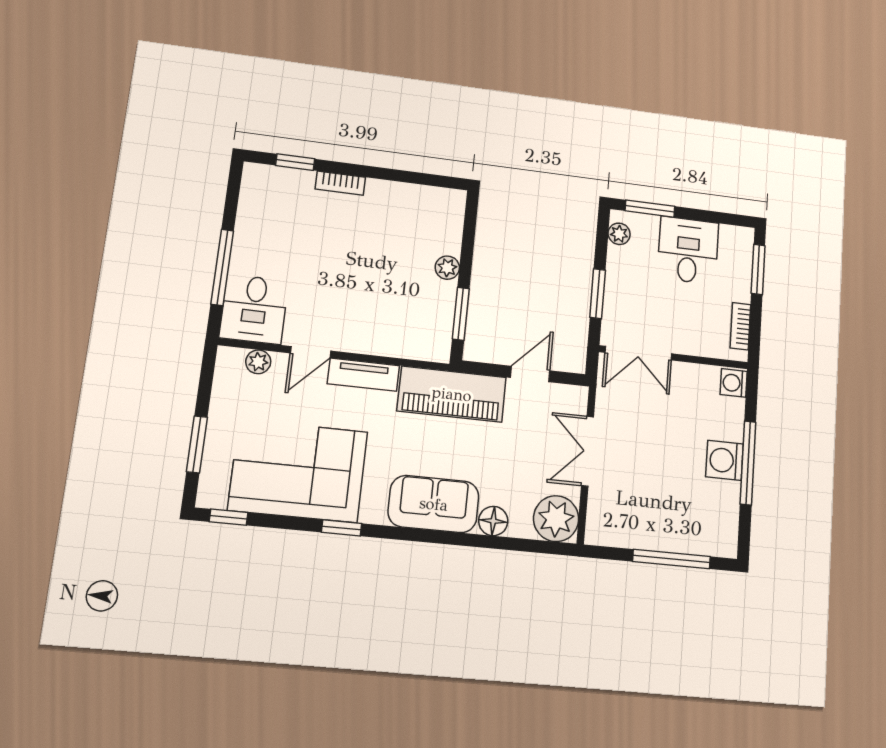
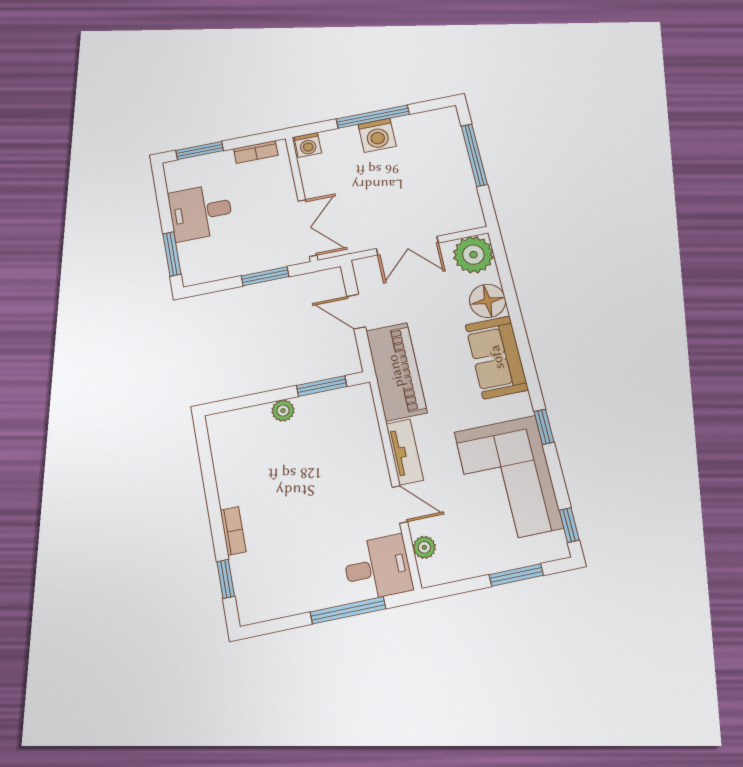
plant: (619, 234) -> (204, 273), removed
floor lamp: (493, 521) -> (488, 301), width x1.38, depth x1.38

